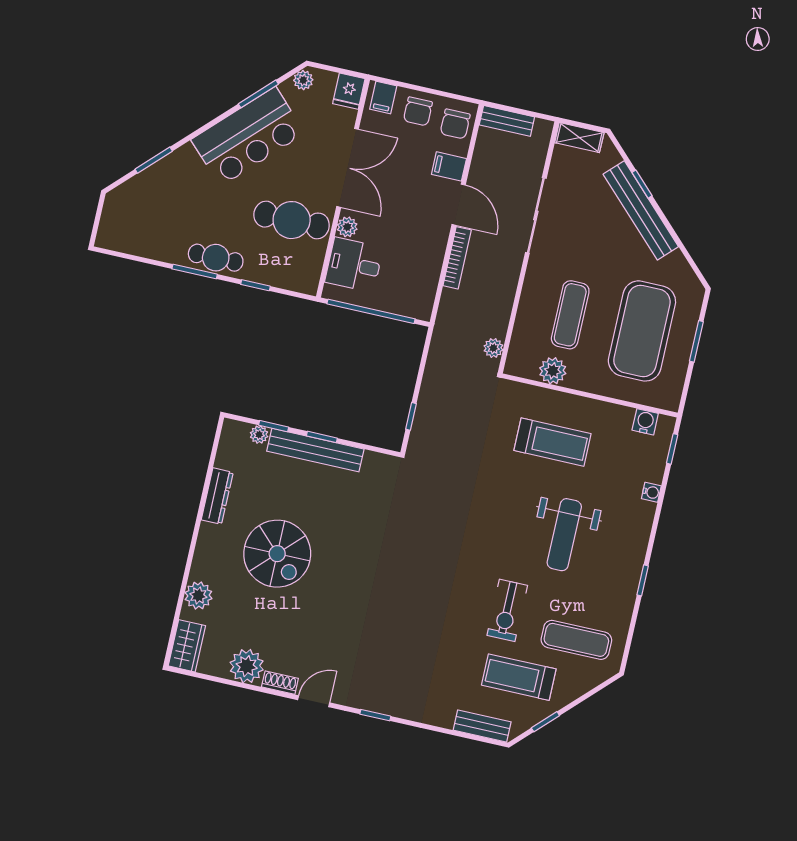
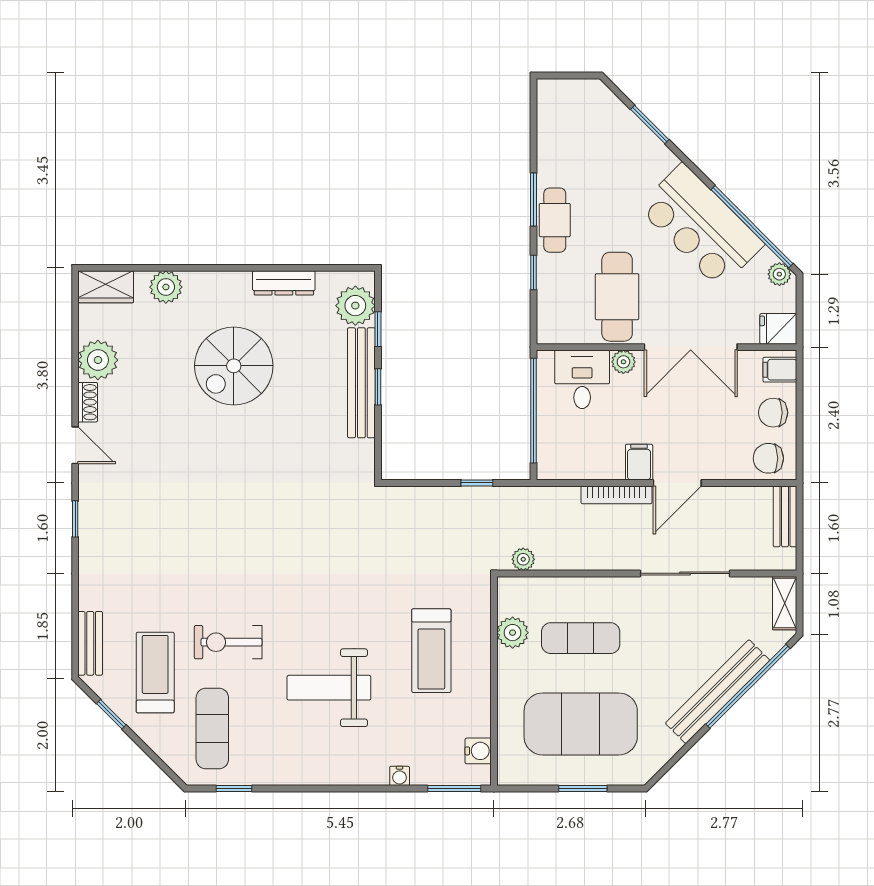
window: (258, 94) -> (752, 227), width x2.11
filing cabinet: (449, 166) -> (639, 462), moved
window: (642, 184) -> (748, 686), width x3.17
window: (411, 416) -> (477, 483), moved
plant: (259, 435) -> (355, 306), width x1.87, depth x1.87
window: (672, 449) -> (454, 789), width x1.50
window: (643, 580) -> (234, 789), moved

